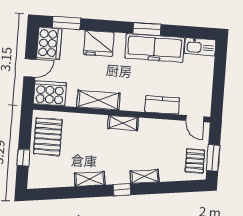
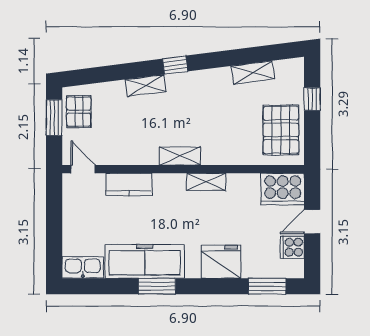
cooker: (49, 43) -> (292, 247), width x0.53, depth x0.76
shelving: (98, 100) -> (206, 182), width x0.67, depth x0.75
shelving: (90, 179) -> (253, 72), moved

